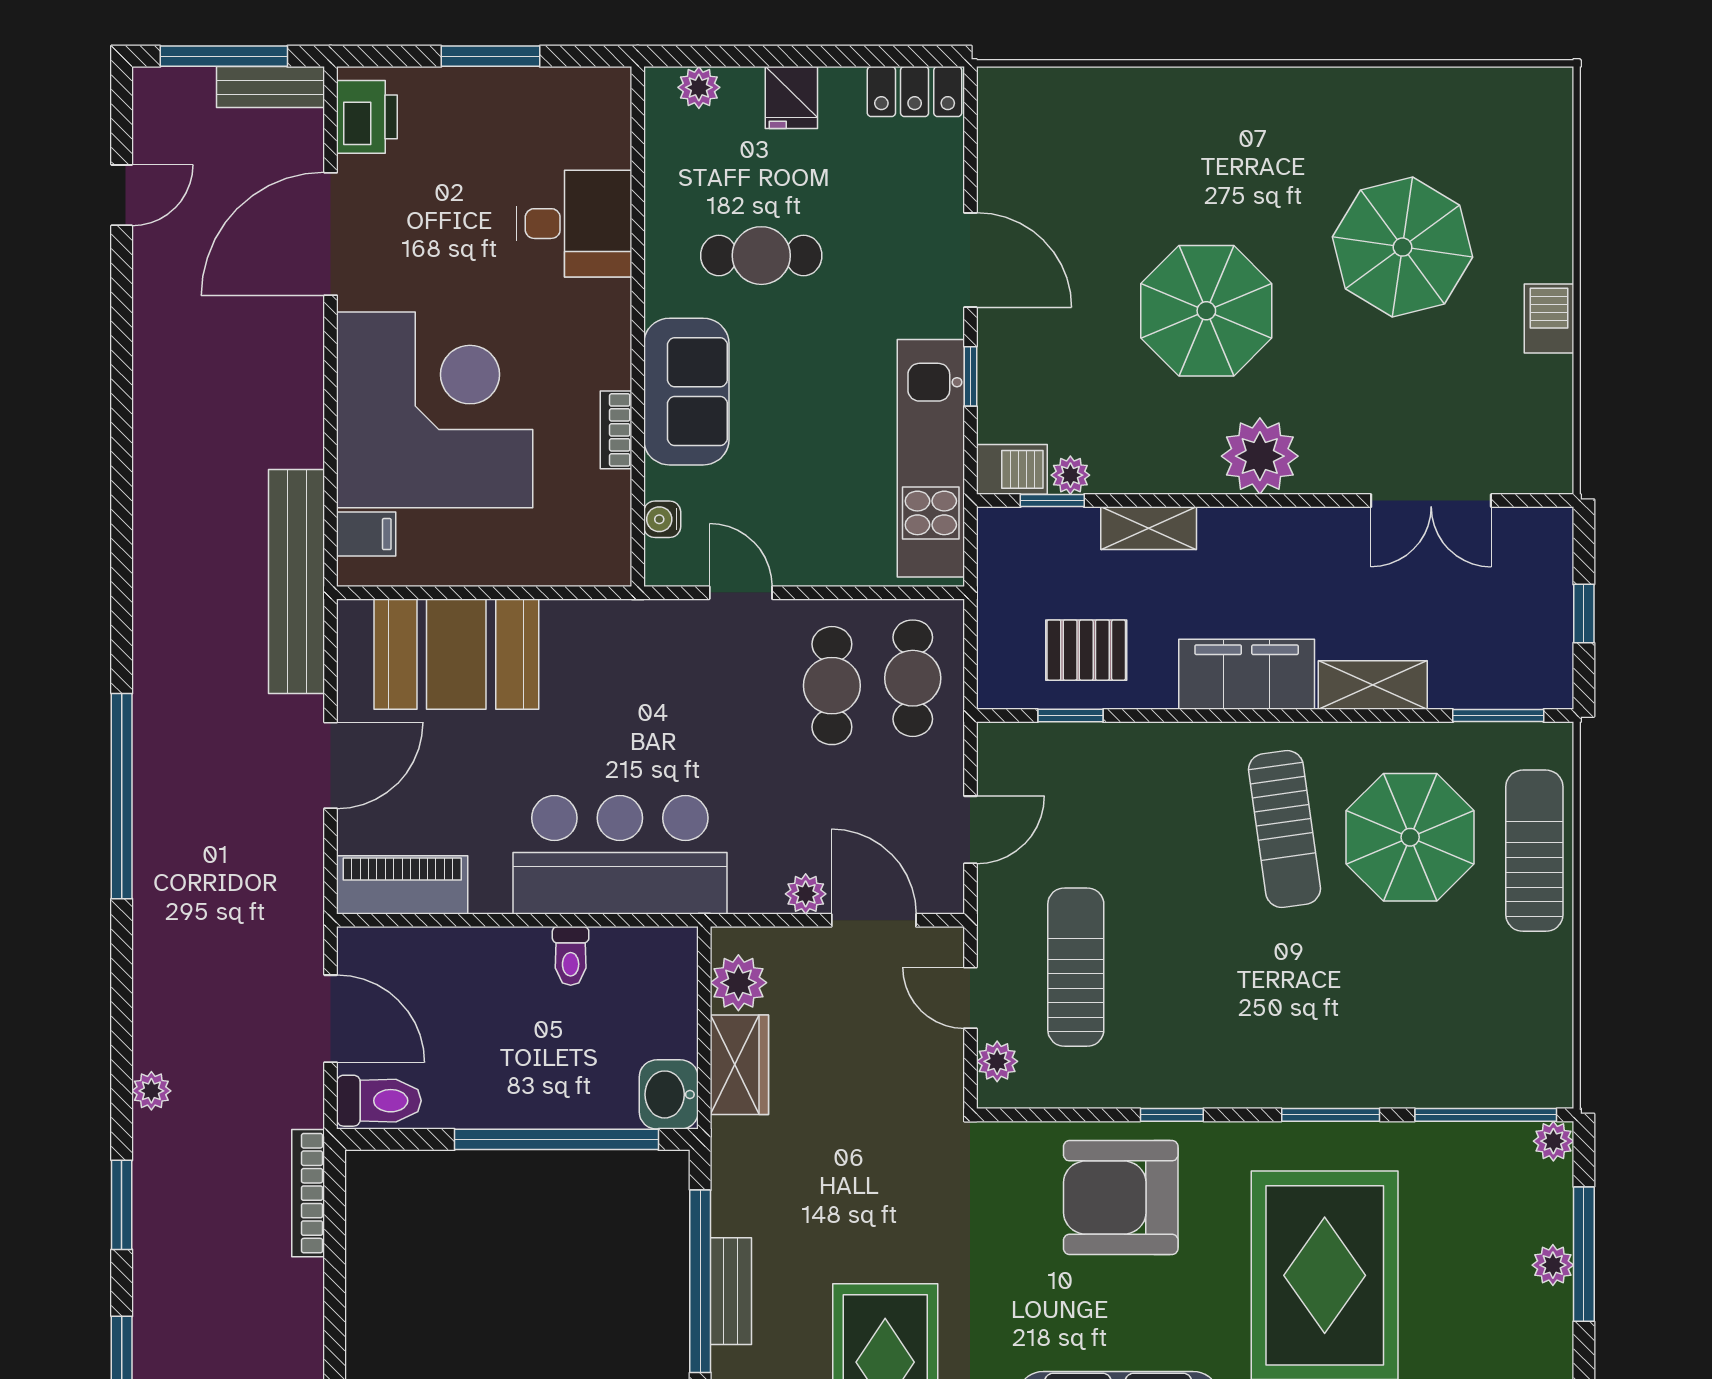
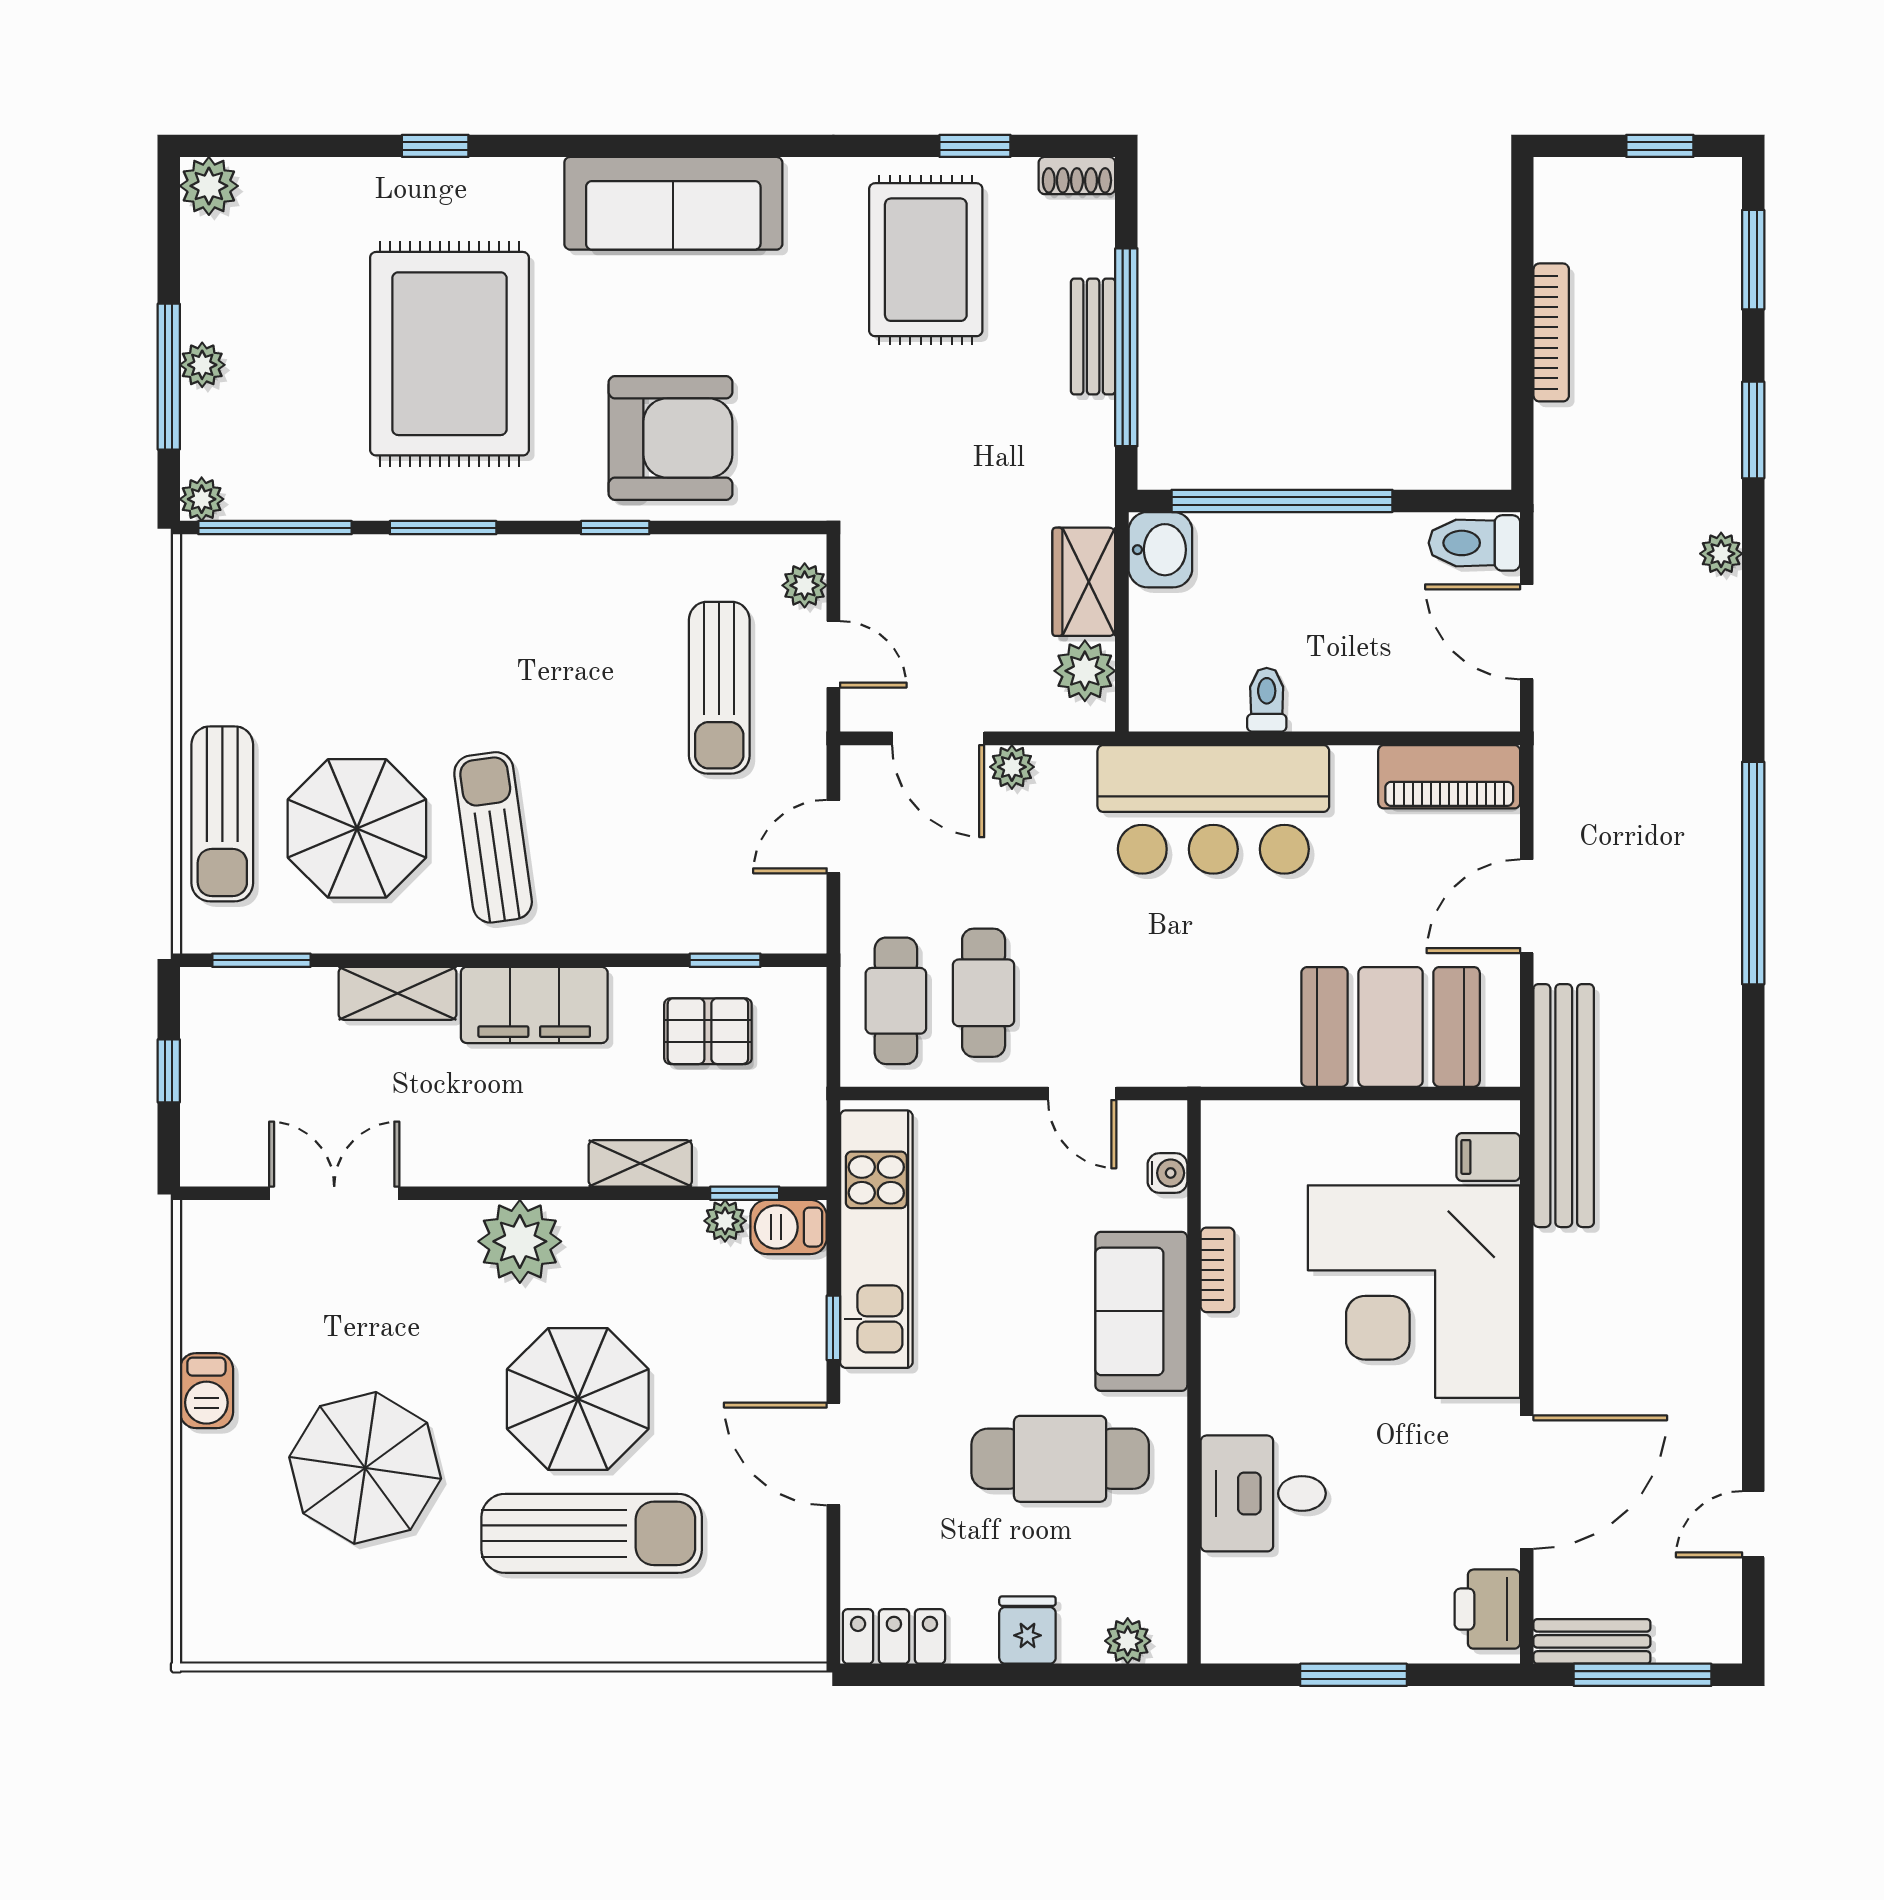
sun lounger: (1194, 187) -> (592, 1533), added
cafe table: (761, 256) -> (1060, 1459), width x1.37, depth x1.35
bookcase: (308, 1193) -> (1551, 332), moved

